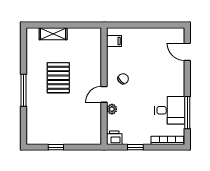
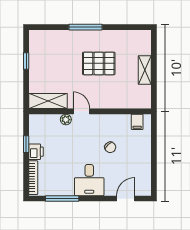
shelving: (53, 34) -> (145, 70), moved
chair: (123, 79) -> (110, 147), moved
desk: (170, 110) -> (89, 180), moved
shelving: (94, 126) -> (48, 101), added
printer: (114, 138) -> (36, 152), moved

